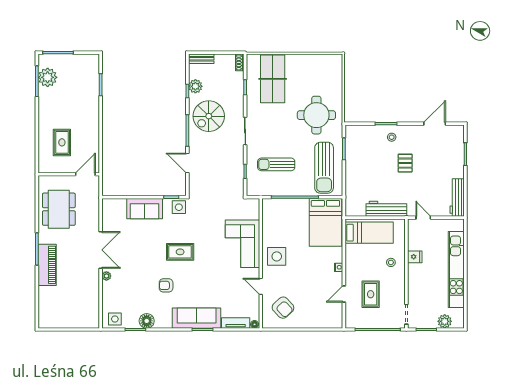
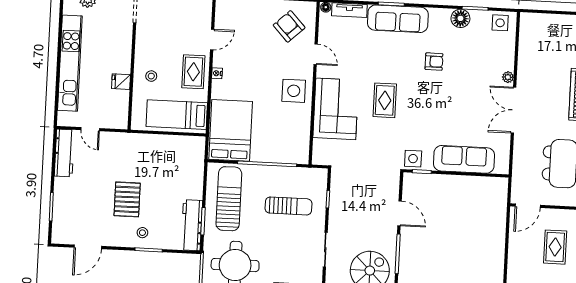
pallet: (405, 163) -> (127, 199), width x1.50, depth x1.42
sofa: (145, 209) -> (464, 159), width x1.36
workbench: (386, 209) -> (192, 225), moved, turned 90
door: (423, 218) -> (90, 129), moved
rug: (180, 252) -> (385, 100), moved, turned 90
rug: (371, 294) -> (193, 72), moved

